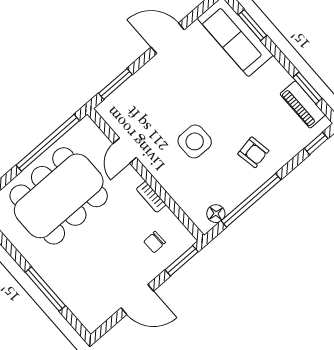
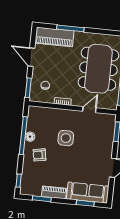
piano: (303, 104) -> (54, 192), moved
door: (125, 151) -> (89, 110), hinge flipped
floor lamp: (216, 214) -> (30, 137), moved
piano: (79, 298) -> (54, 37), added
door: (137, 299) -> (31, 57), hinge flipped

